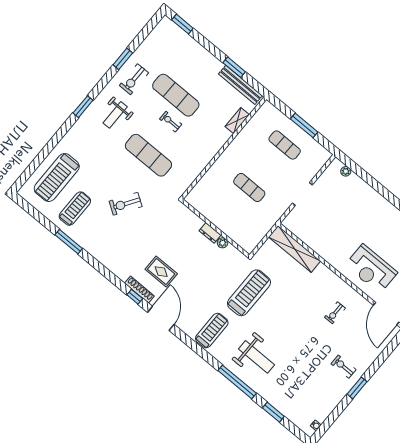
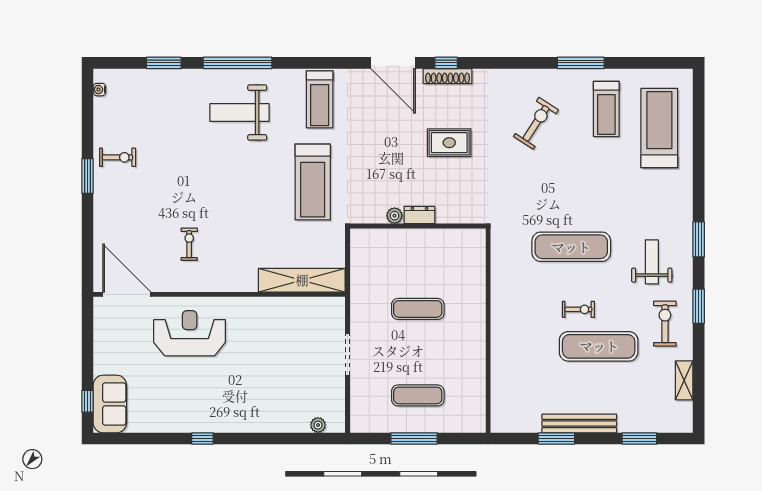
window: (182, 24) -> (639, 438), moved
window: (123, 59) -> (699, 306), moved
bench: (240, 85) -> (579, 423), moved
shelving: (237, 121) -> (684, 380), moved
exercise bike: (126, 204) -> (536, 123), moved
rug: (161, 272) -> (449, 143), moved
exercise bike: (344, 367) -> (118, 157), moved

